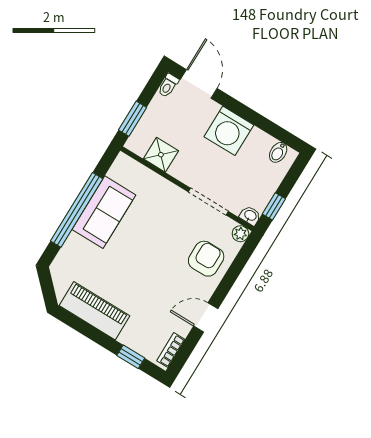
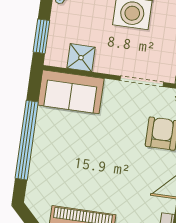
sofa: (104, 212) -> (71, 92), moved, turned 90

